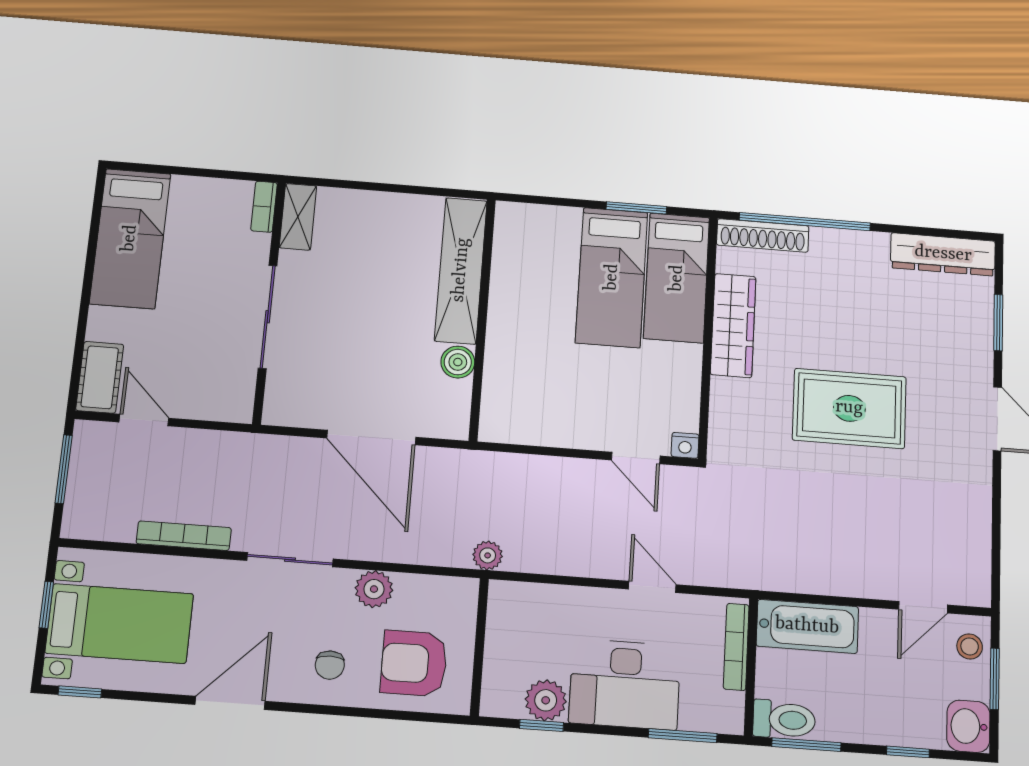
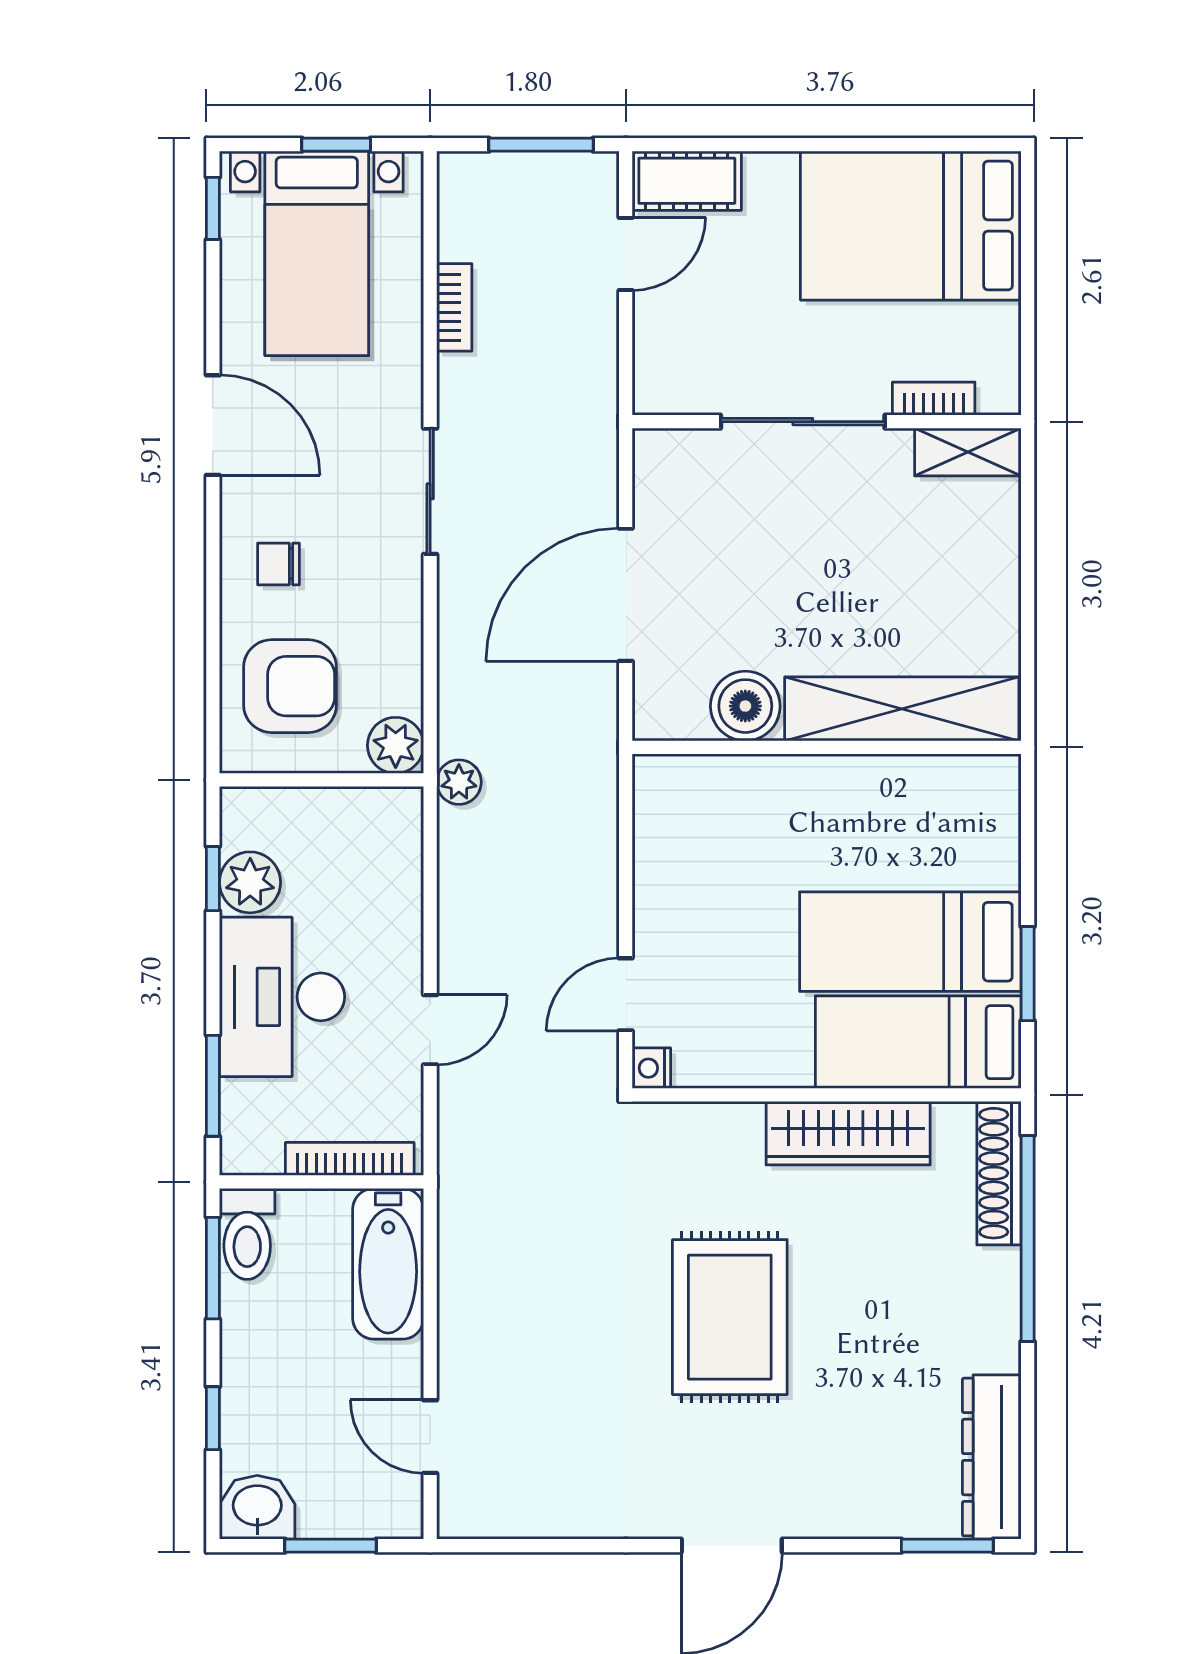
bookcase: (264, 207) -> (934, 399), moved
bed: (130, 238) -> (911, 226), width x1.50
window: (998, 323) -> (947, 1546), moved
boiler: (458, 362) -> (745, 706), width x1.36, depth x1.36
bookcase: (184, 536) -> (454, 307), width x0.64
plant: (374, 589) -> (396, 745), moved
stool: (970, 646) -> (376, 1507), removed
armchair: (414, 663) -> (290, 686), turned 90

